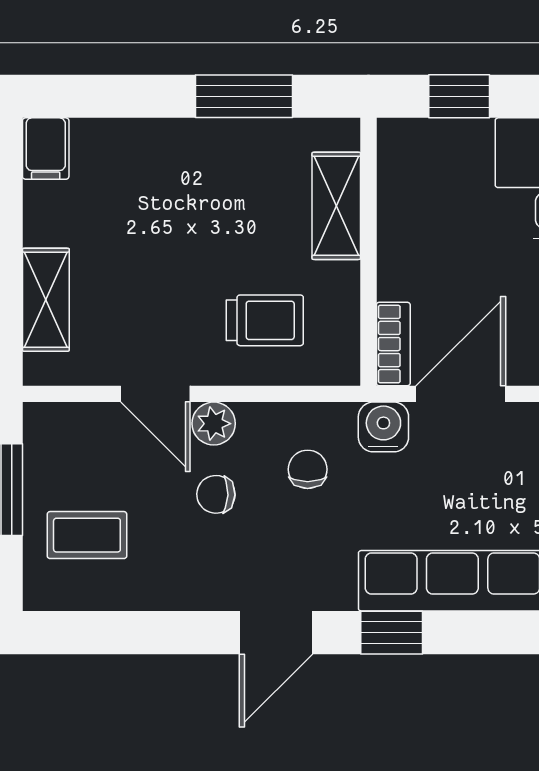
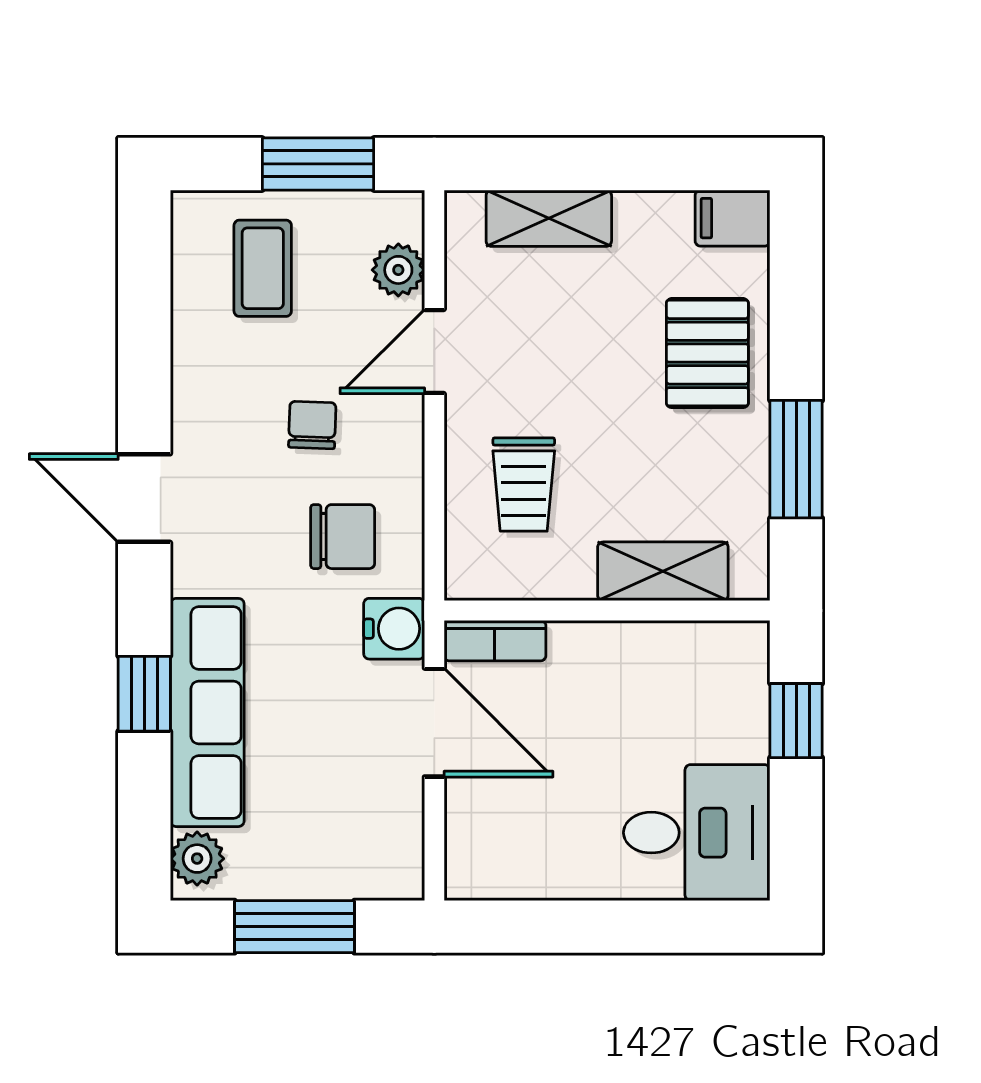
pallet: (157, 169) -> (707, 353), added
plant: (214, 424) -> (398, 270), moved
chair: (308, 469) -> (343, 537), width x1.37, depth x1.37
window: (392, 633) -> (144, 694), moved

